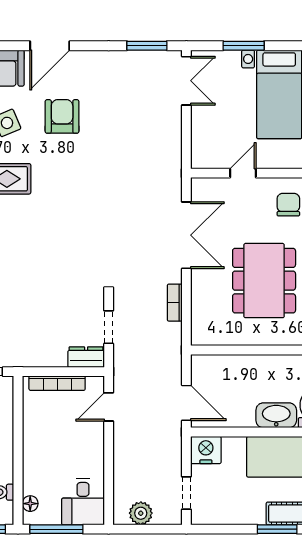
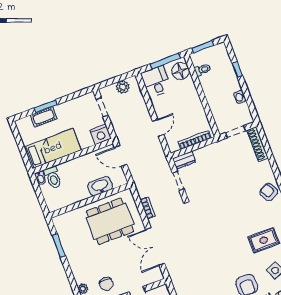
dining table: (264, 281) -> (110, 221), moved, turned 90
door: (109, 407) -> (158, 128), moved
washbasin: (276, 415) -> (100, 186), moved, turned 180
floor lamp: (30, 504) -> (181, 71), width x1.89, depth x1.89

